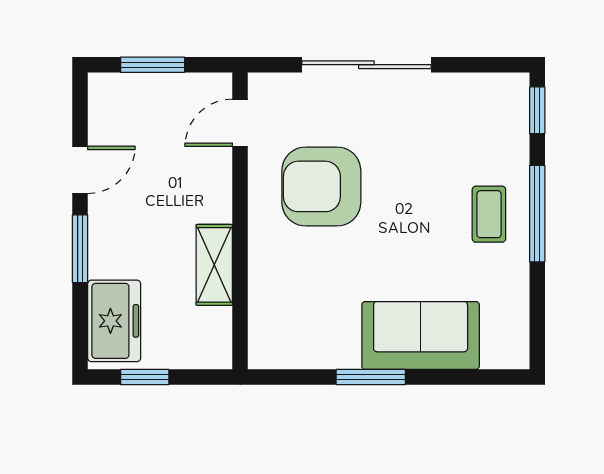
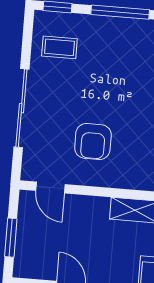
armchair: (321, 186) -> (93, 141), width x0.73, depth x0.73
coffee table: (489, 214) -> (59, 47), moved

